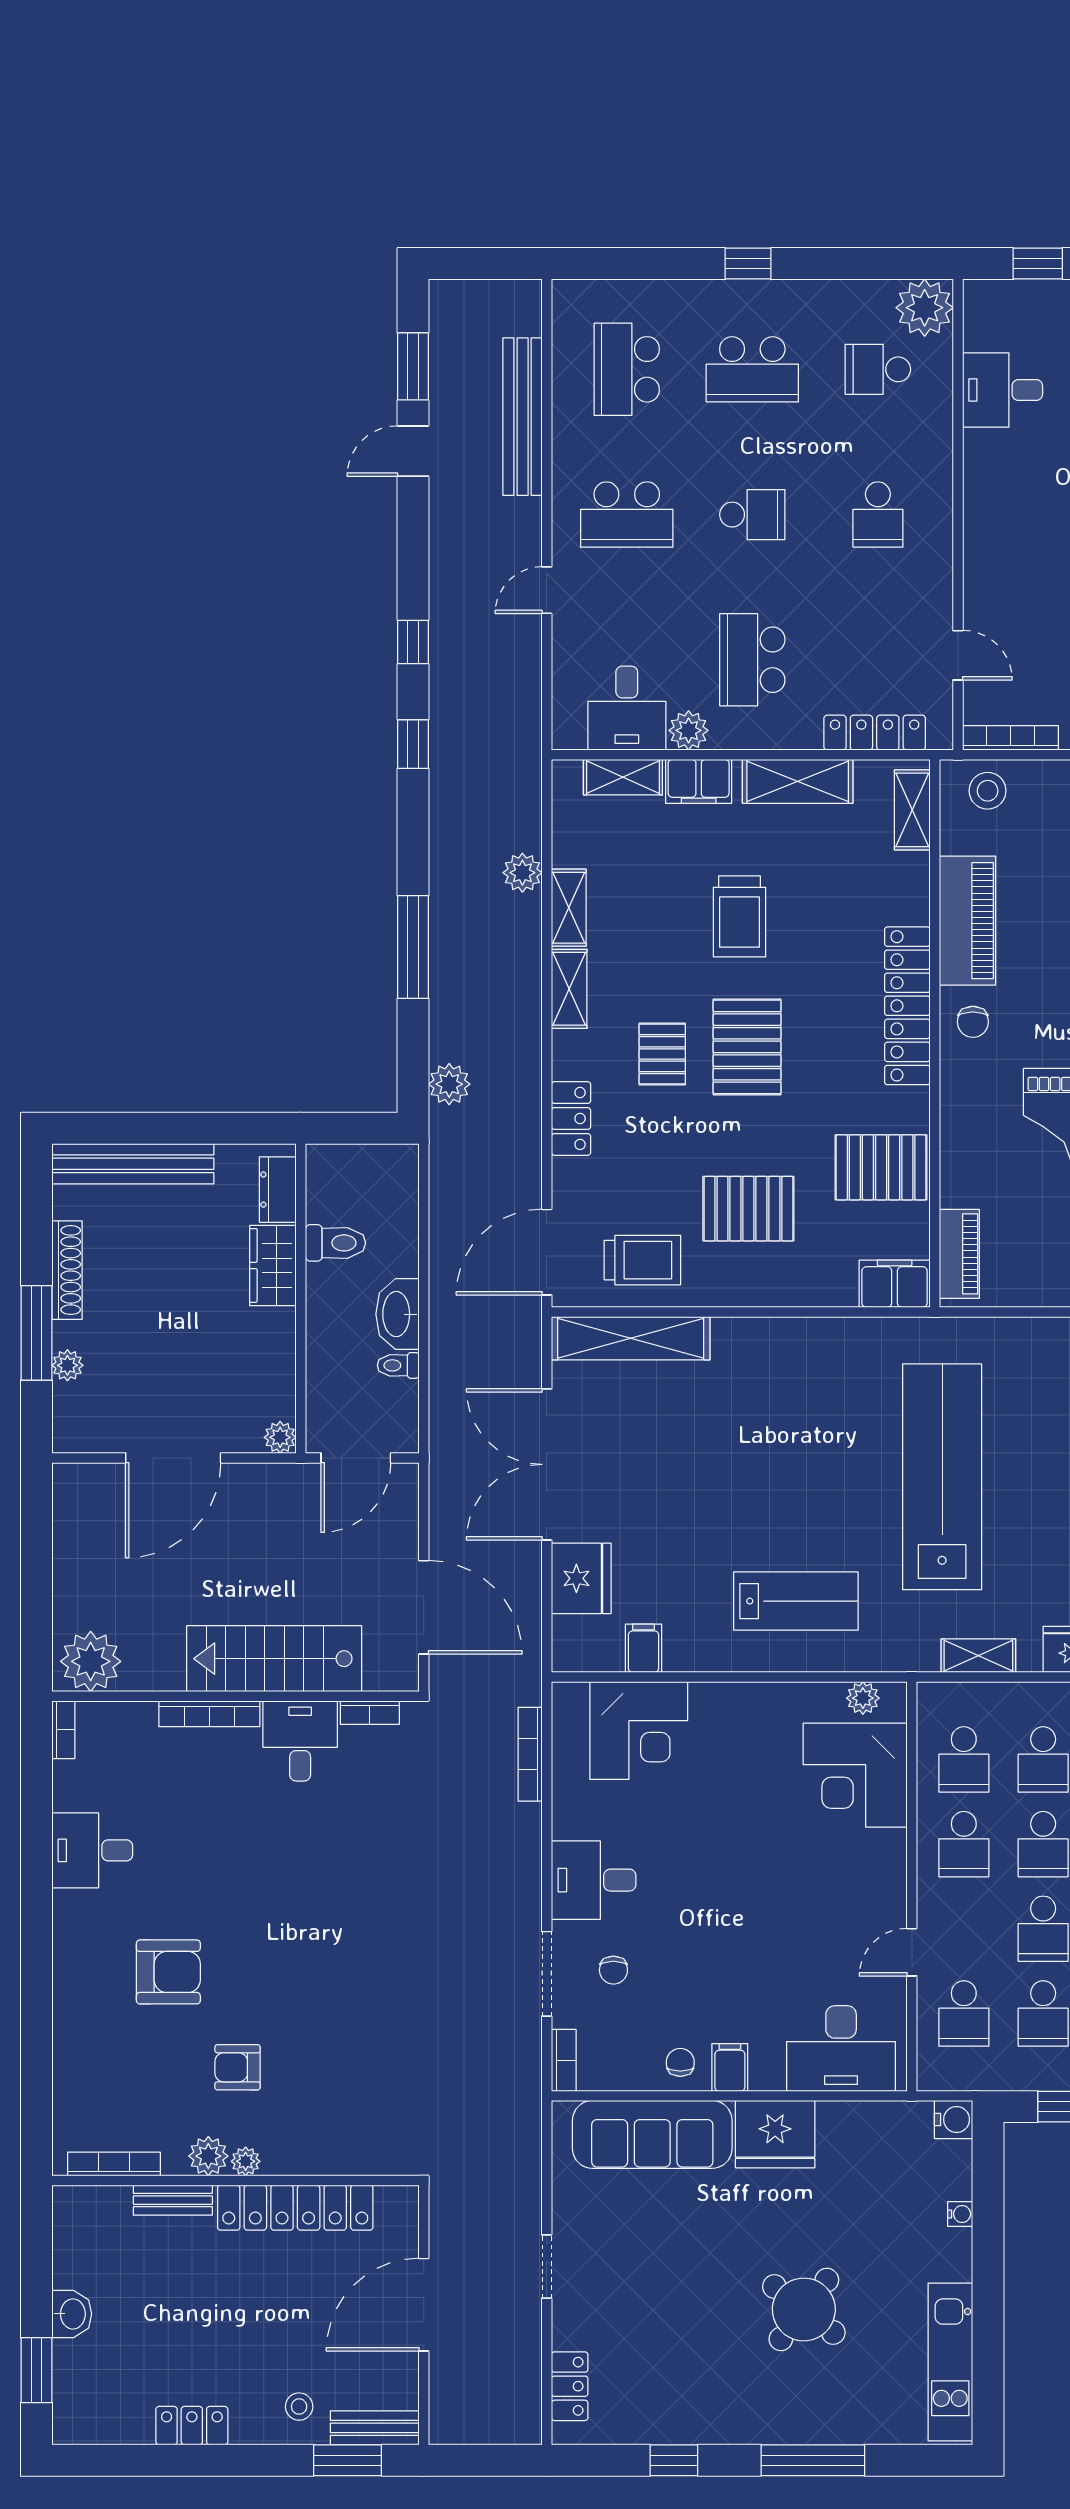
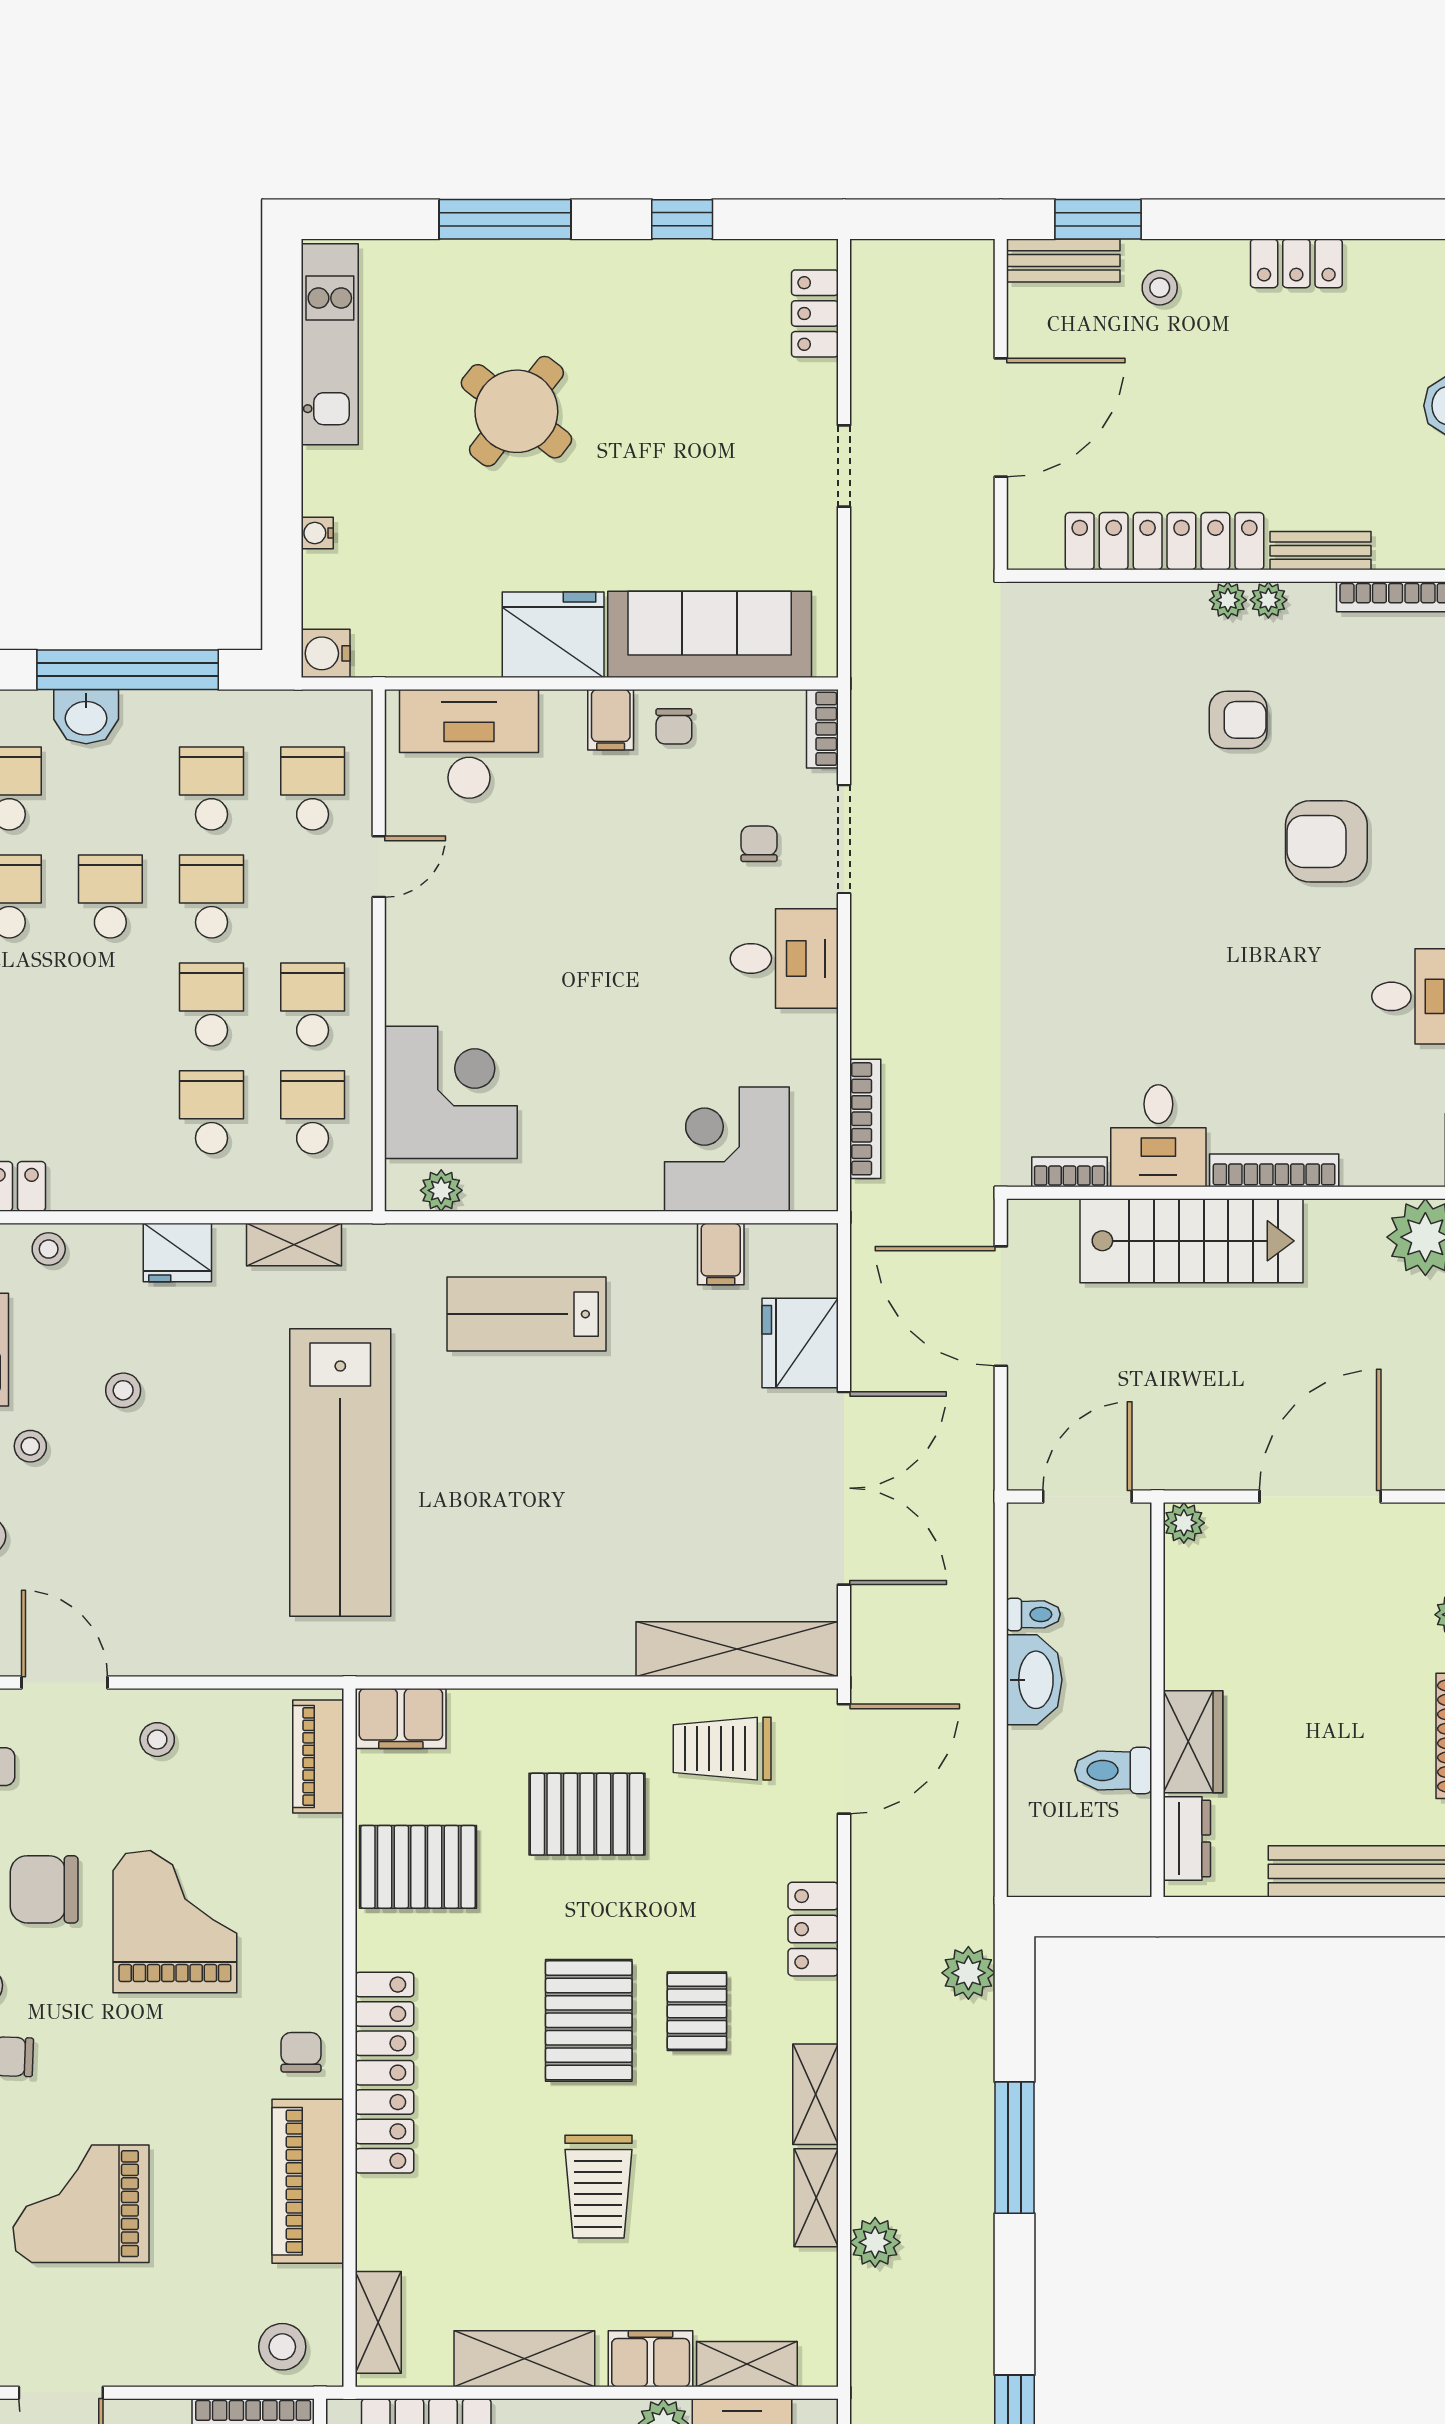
trolley: (740, 916) -> (598, 2187), turned 180
plant: (208, 2156) -> (1268, 600), width x0.73, depth x0.73

